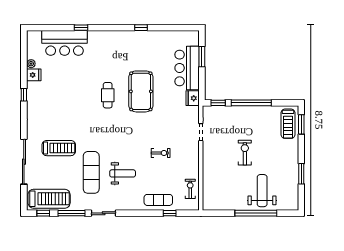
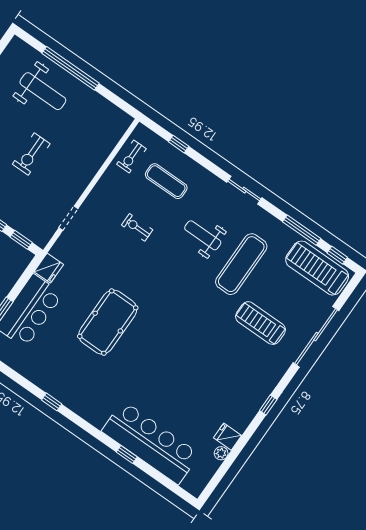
bar counter: (65, 43) -> (151, 443), width x1.36
window: (24, 95) -> (268, 405), moved
cafe table: (108, 95) -> (153, 346), removed
weight bench: (262, 191) -> (43, 91), turned -90
exercise mat: (158, 200) -> (166, 181), moved
sliding door: (104, 213) -> (244, 190), moved

